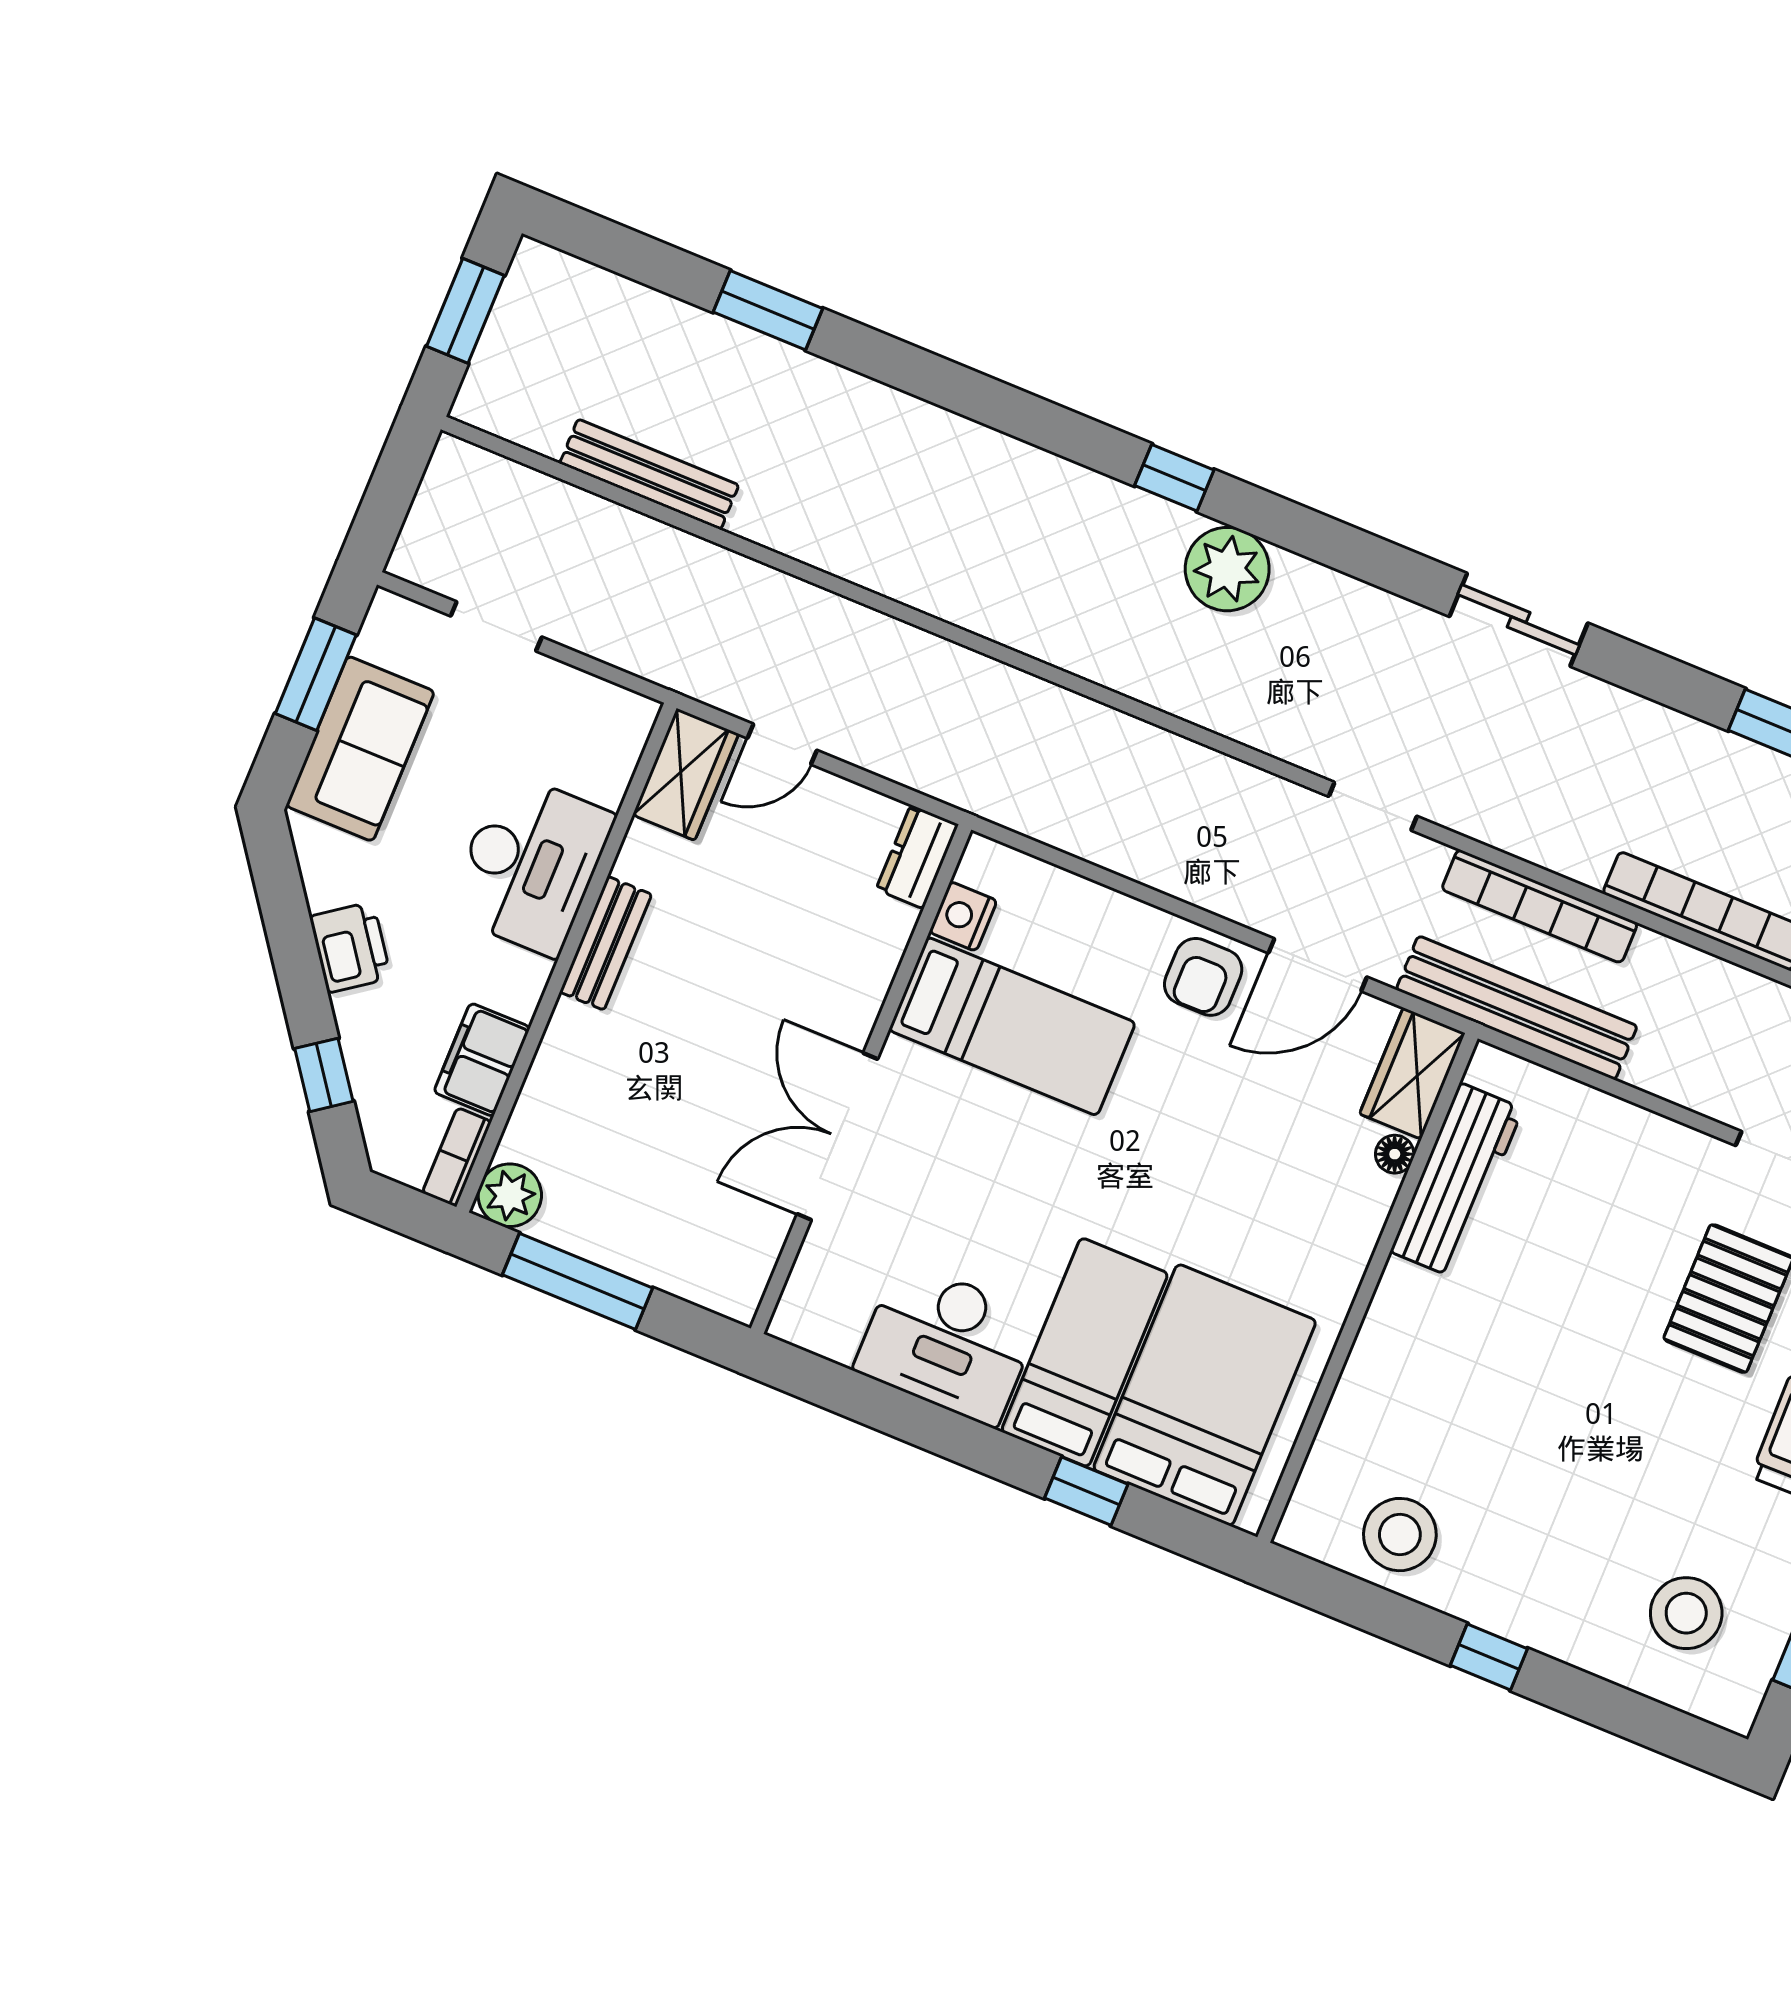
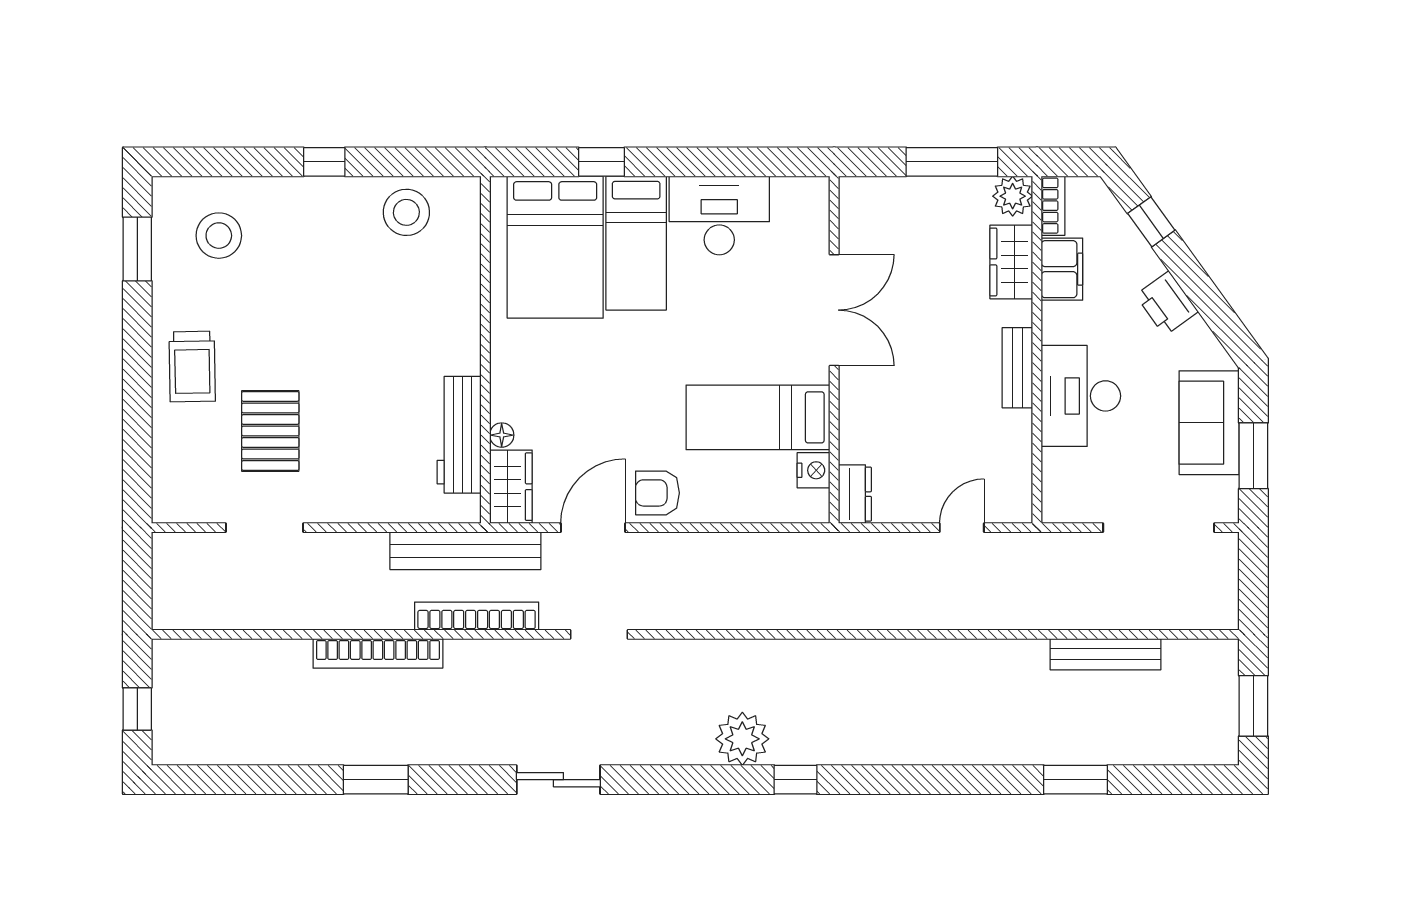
doorway: (496, 626) -> (1159, 528), width x1.88
wardrobe: (686, 774) -> (1011, 262), moved
armchair: (1203, 977) -> (657, 493), turned -90

